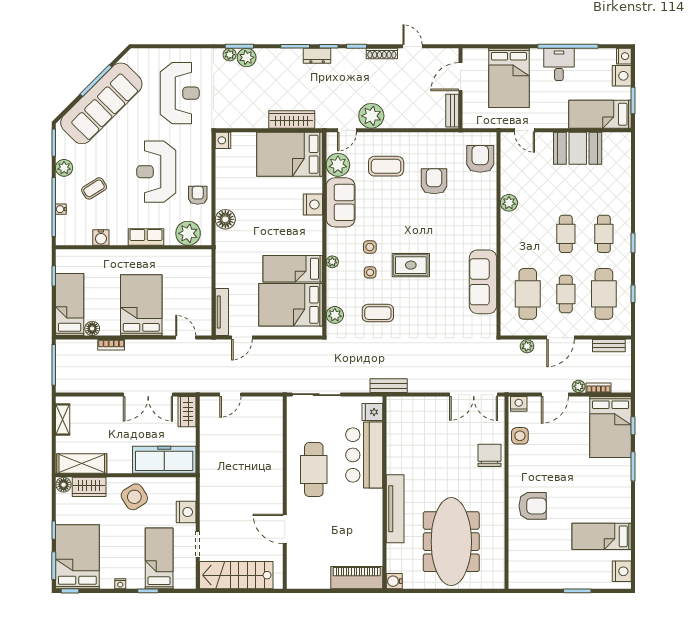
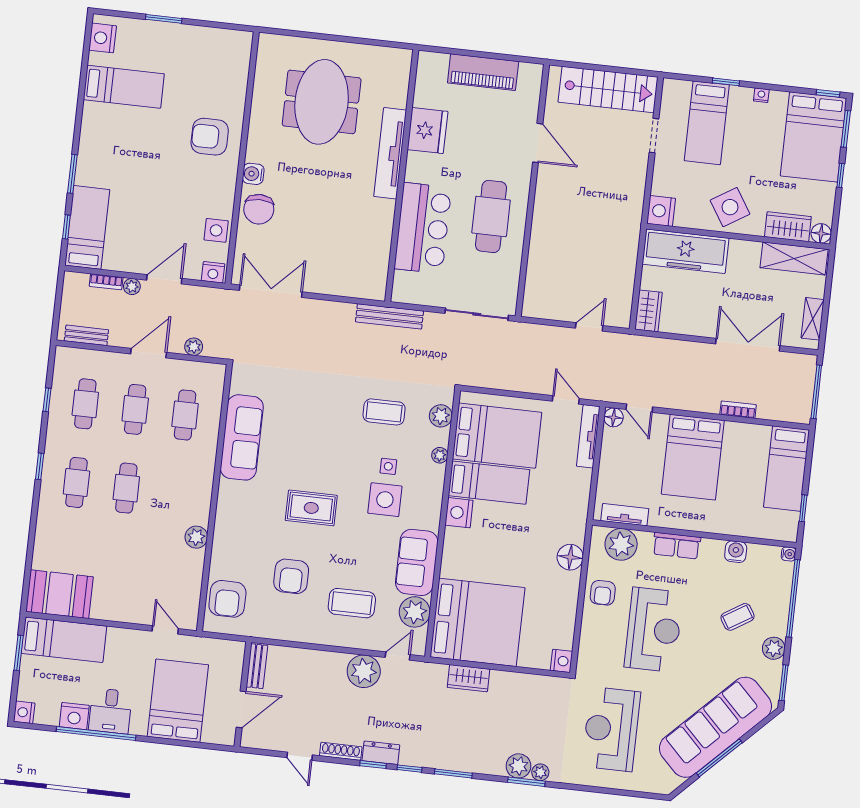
dresser: (317, 56) -> (381, 753), moved
nightstand: (622, 76) -> (74, 716), moved, turned -90
wardrobe: (292, 119) -> (468, 678), width x0.67
booth: (578, 148) -> (60, 594), moved
bed: (290, 154) -> (478, 622), width x1.36
nightstand: (313, 204) -> (459, 513), moved
water cooler: (61, 209) -> (789, 554), moved
side table: (370, 247) -> (385, 500), width x1.87, depth x1.87
tv unit: (188, 256) -> (625, 515), added
plant: (332, 262) -> (440, 455), moved
rug: (411, 265) -> (311, 508), moved
cafe table: (528, 294) -> (185, 415), width x0.73, depth x0.74
cafe table: (604, 294) -> (85, 404), width x0.73, depth x0.74
floor lamp: (92, 328) -> (614, 417), moved
door: (242, 338) -> (566, 400), hinge flipped
bench: (389, 386) -> (389, 316), width x1.36
double door: (148, 395) -> (748, 345), moved
fridge: (372, 412) -> (428, 130), moved, width x1.88, depth x1.34
bed: (611, 427) -> (87, 227), width x0.67
nightstand: (186, 512) -> (661, 211), moved
meeting table: (451, 542) -> (322, 102), width x0.73
piano: (357, 578) -> (483, 72), moved
water cooler: (394, 581) -> (253, 174), moved, turned 180

